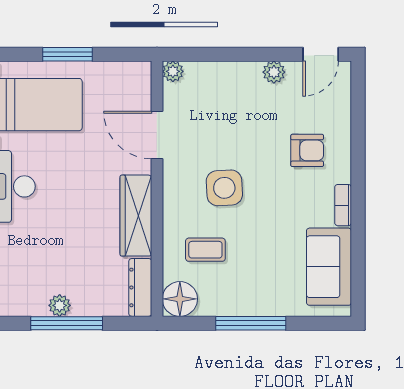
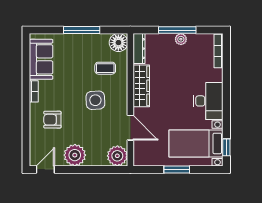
plant: (173, 71) -> (117, 156), width x1.87, depth x1.87
plant: (274, 72) -> (75, 155), width x1.87, depth x1.87

